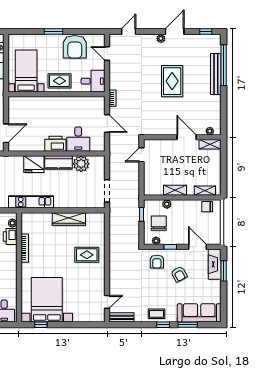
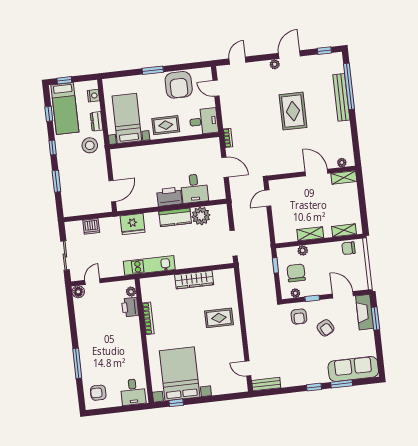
fridge: (34, 164) -> (133, 224), moved
door: (107, 302) -> (248, 369), swing flipped
coffee table: (157, 314) -> (305, 376), removed

